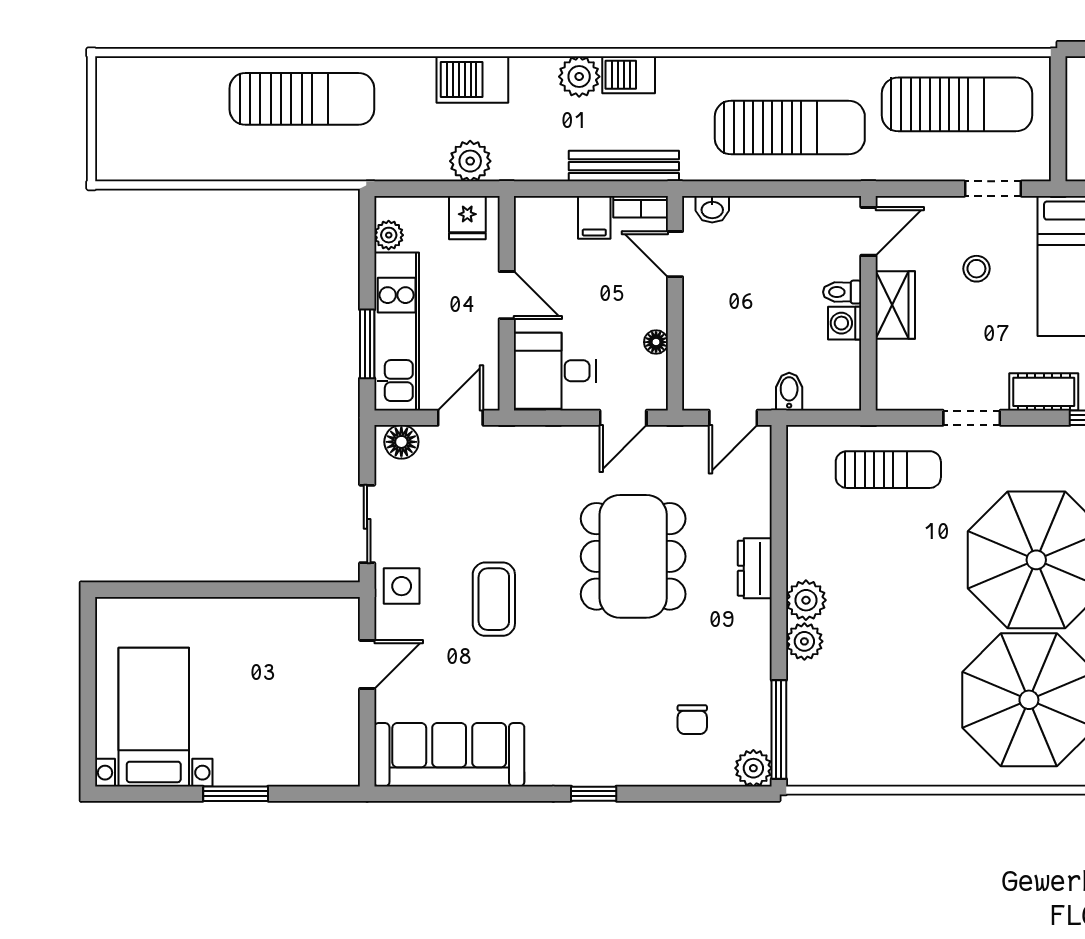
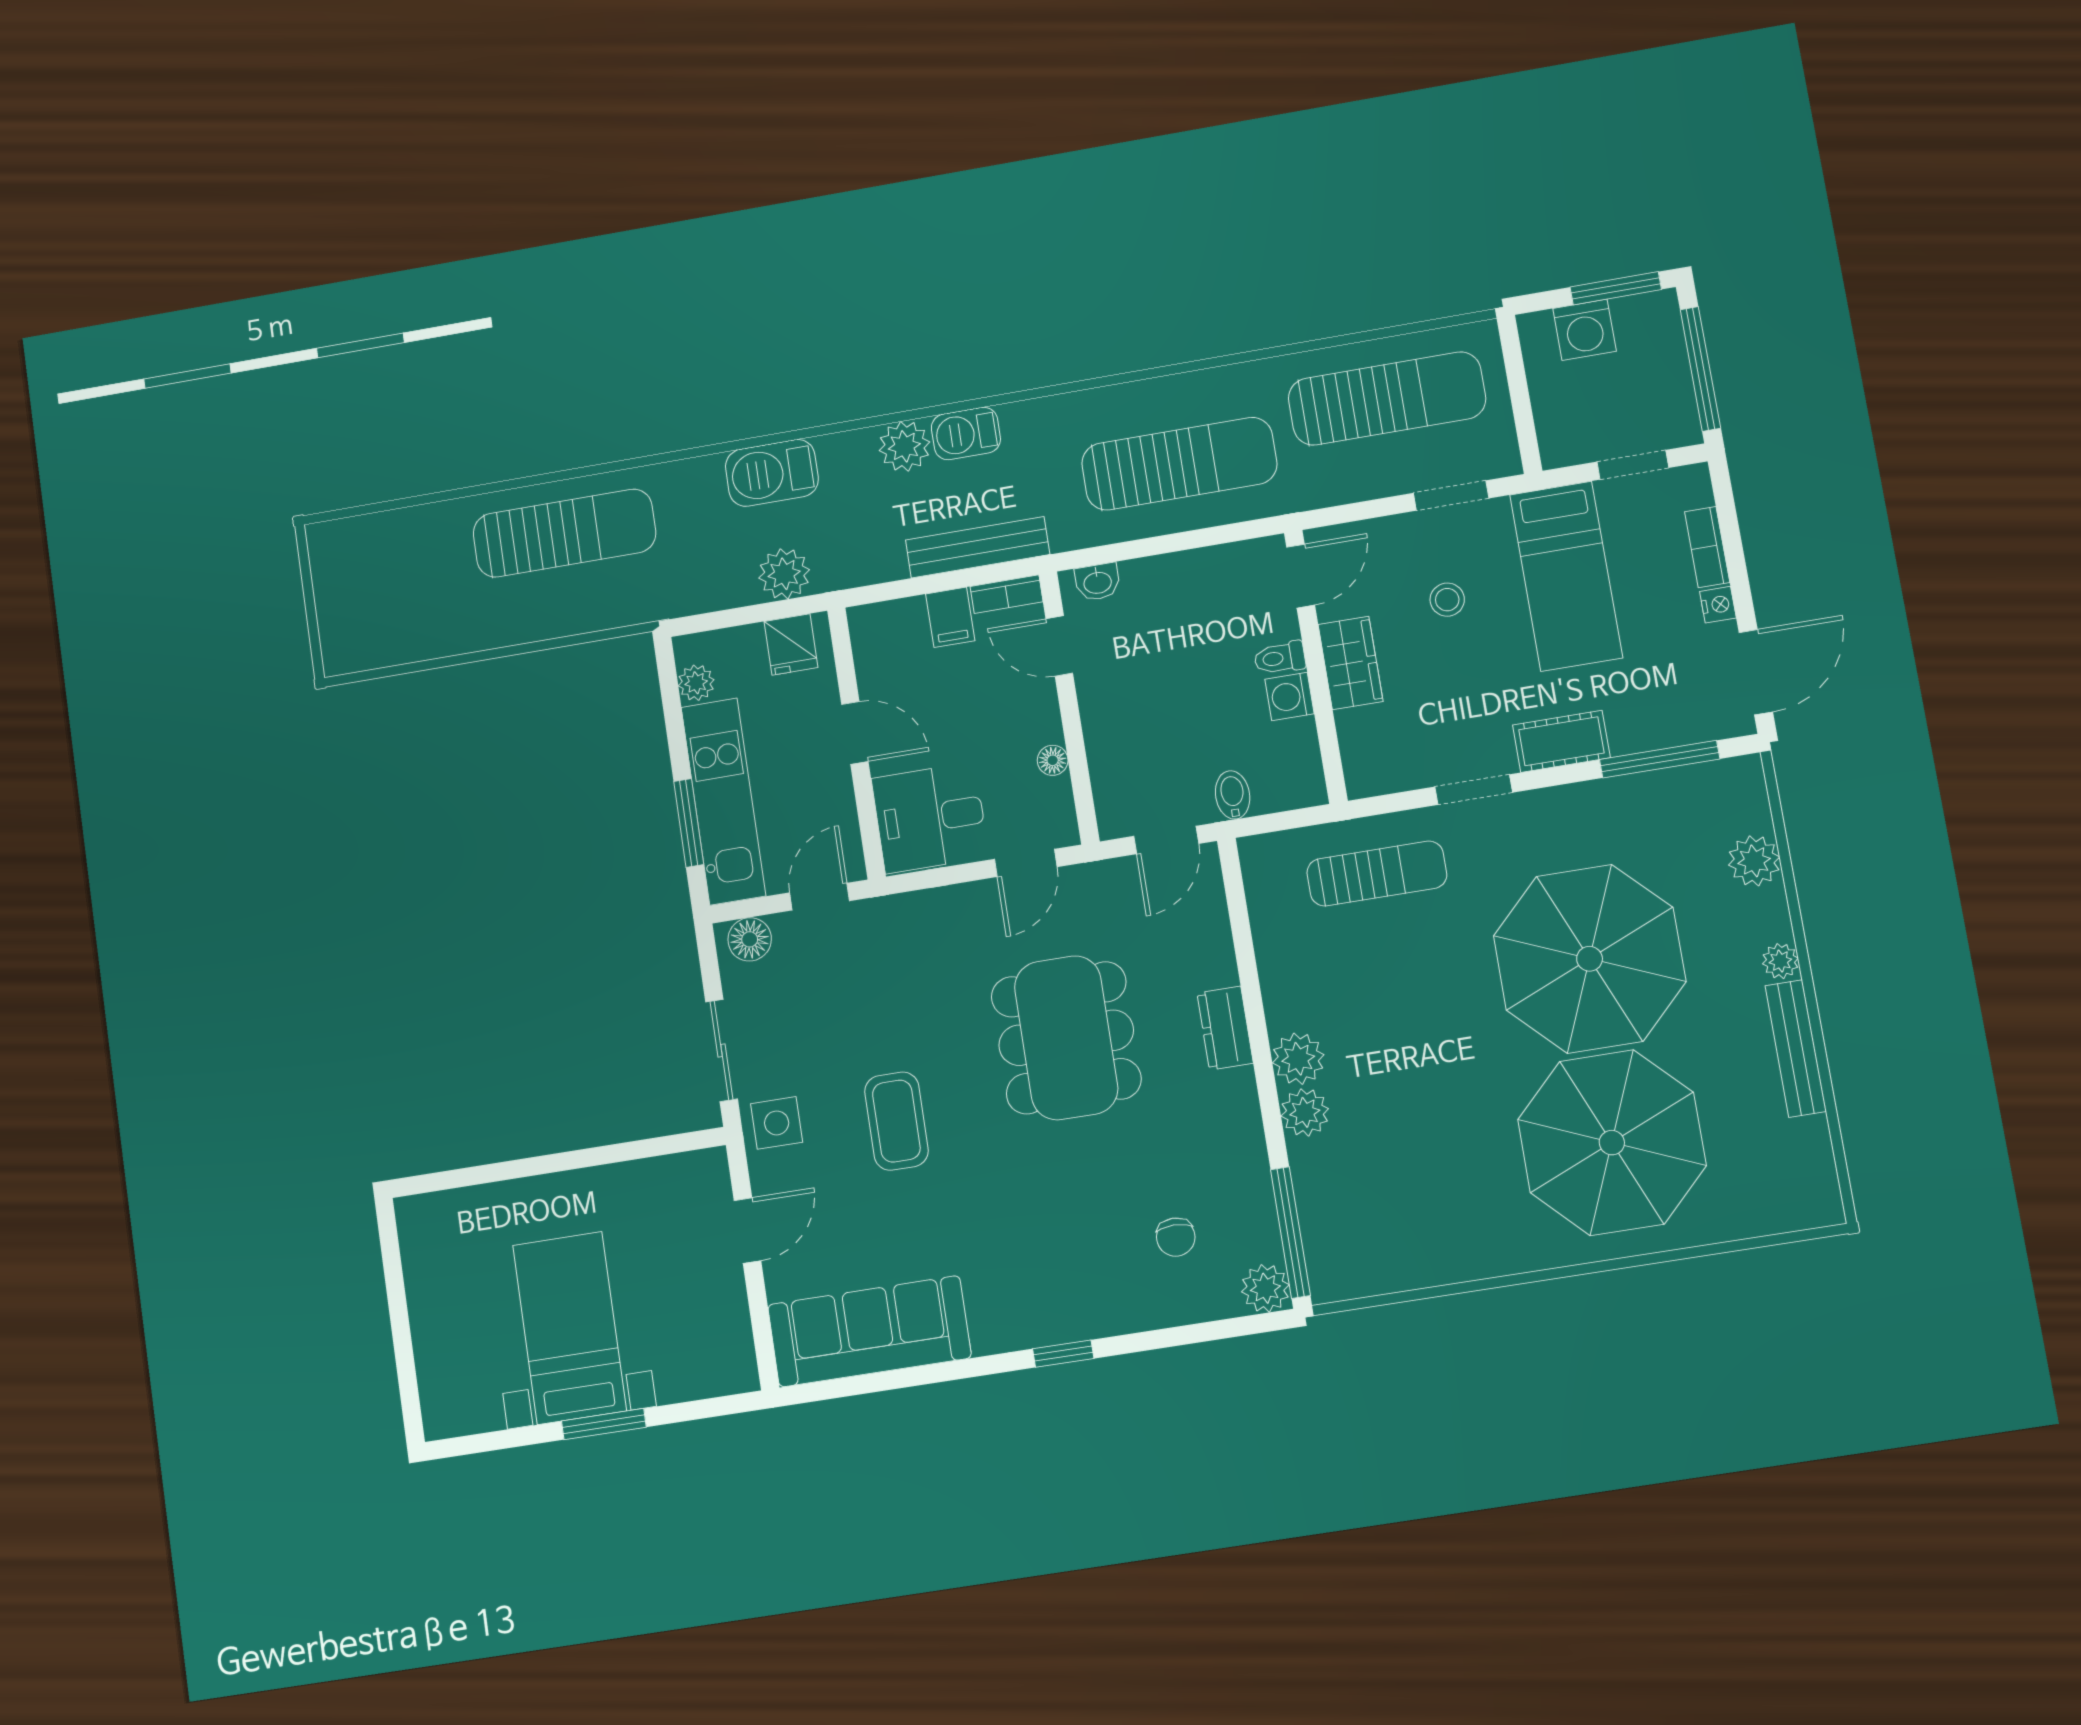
bed with nightstands: (154, 717) -> (570, 1328), moved

